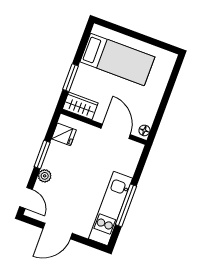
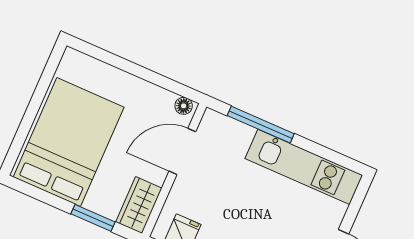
bed: (117, 59) -> (69, 142), width x1.50
window: (126, 205) -> (261, 125), moved

